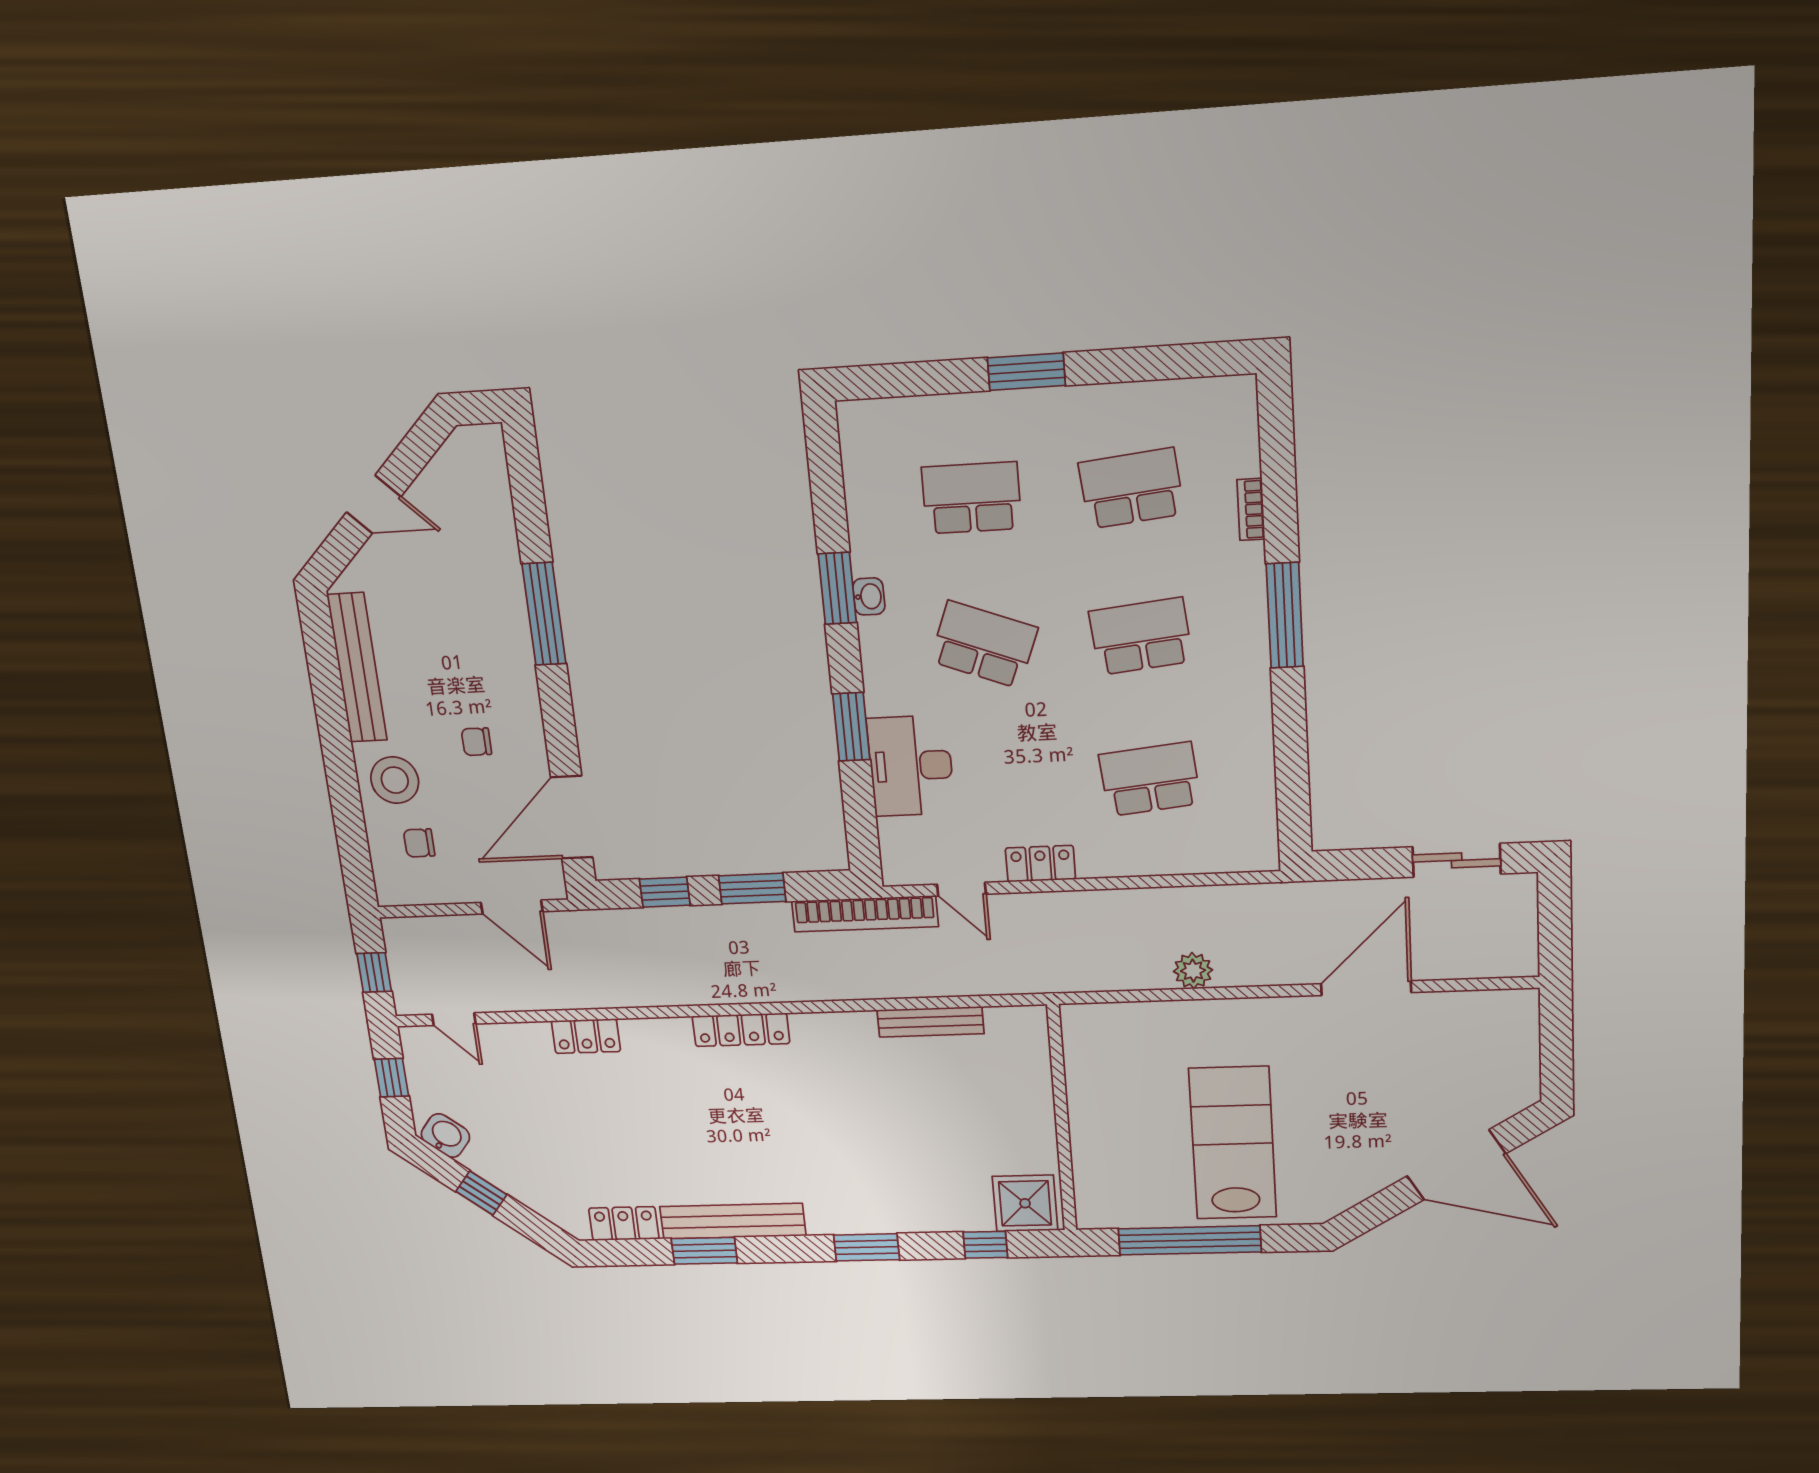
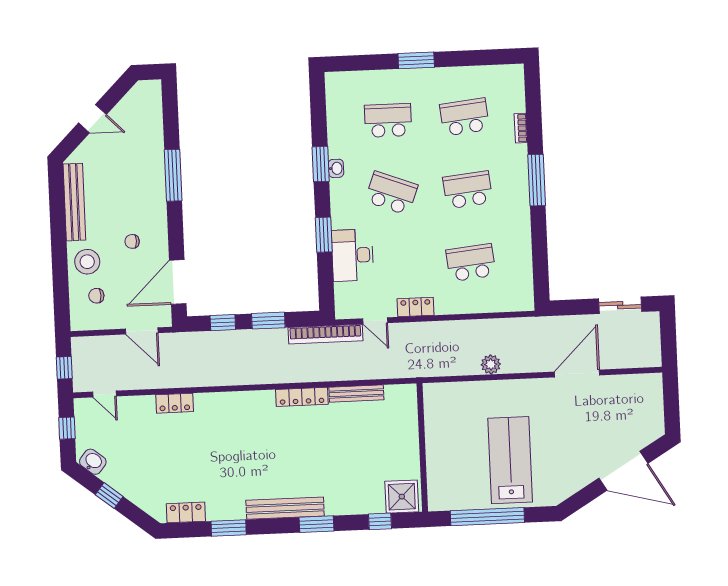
locker: (741, 1030) -> (302, 397), moved
bench: (733, 1221) -> (285, 508), moved

